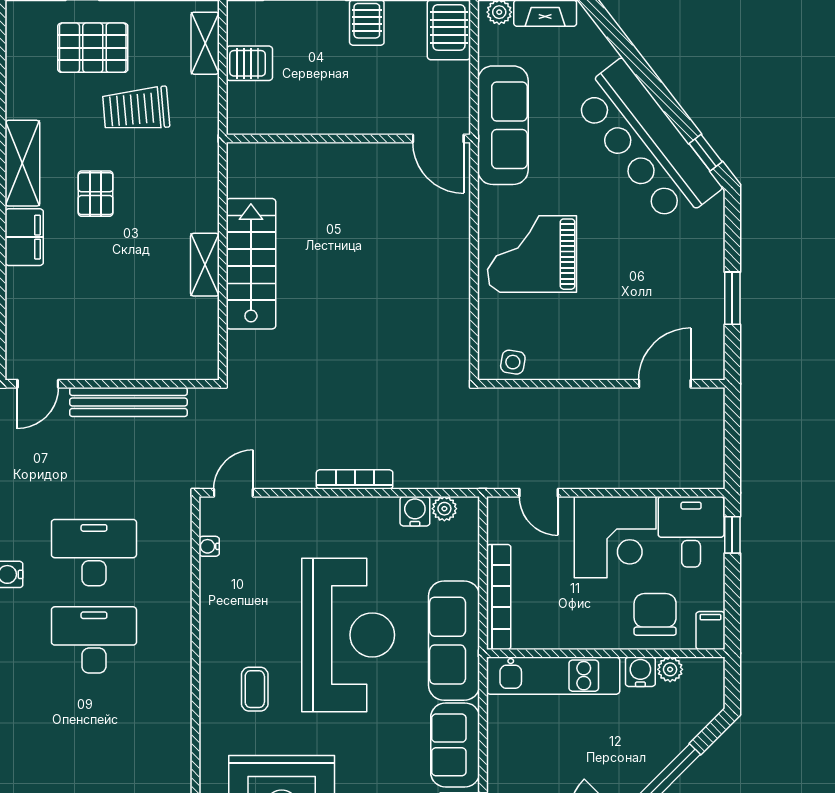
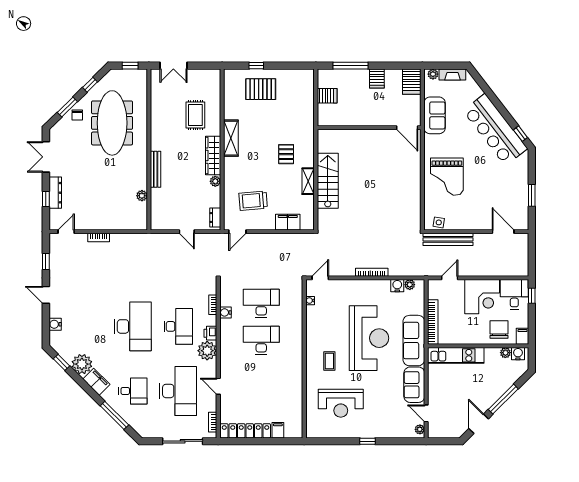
shelving: (205, 43) -> (308, 87), removed
trolley: (136, 109) -> (253, 201), moved
sofa: (503, 125) -> (435, 115), width x0.73
pallet: (96, 194) -> (286, 154), moved
filing cabinet: (24, 237) -> (288, 222), moved, turned -90
grand piano: (532, 254) -> (447, 177), turned -90
door: (665, 384) -> (503, 232), hinge flipped
bench: (128, 402) -> (448, 239), moved
door: (539, 493) -> (450, 278), swing flipped
water cooler: (640, 672) -> (518, 354), moved

